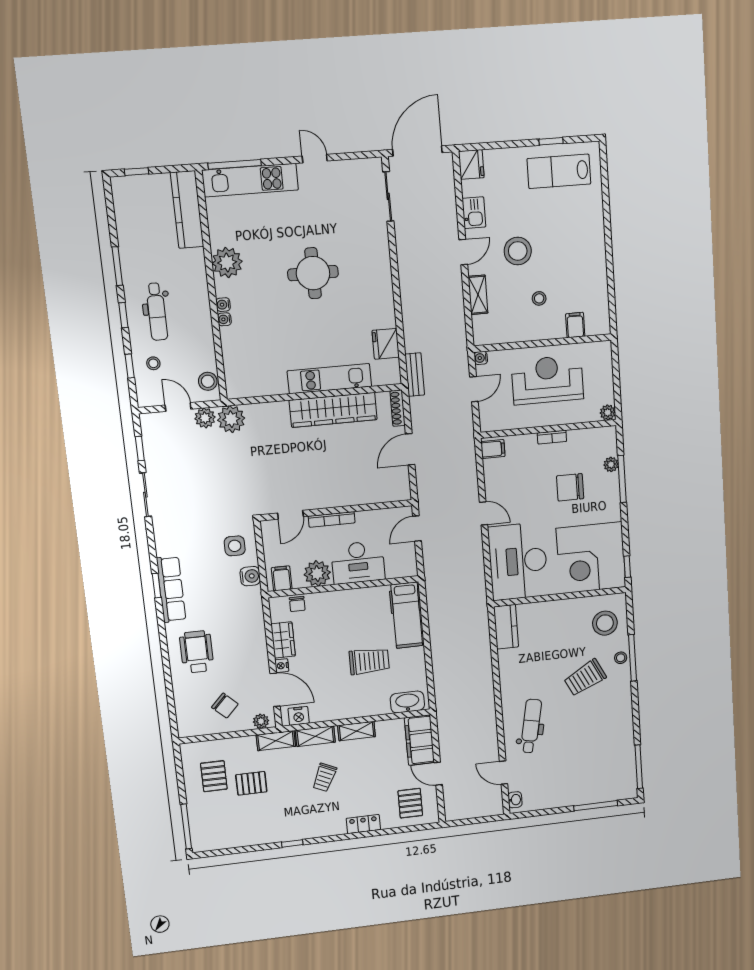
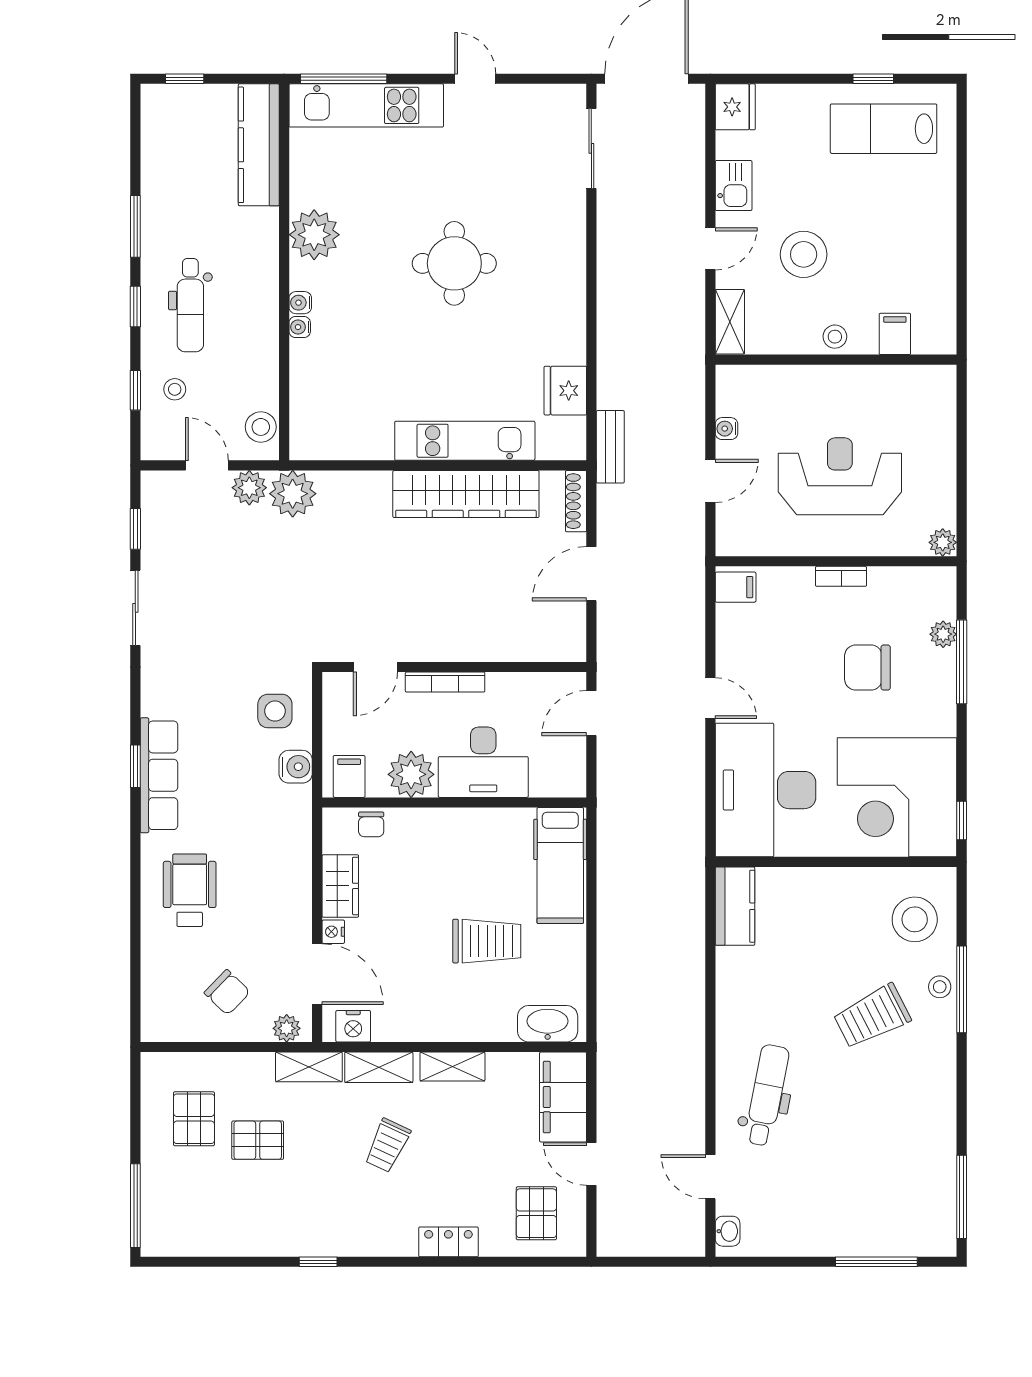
filing cabinet: (575, 325) -> (895, 334), moved
wall: (543, 343) -> (836, 360), moved

